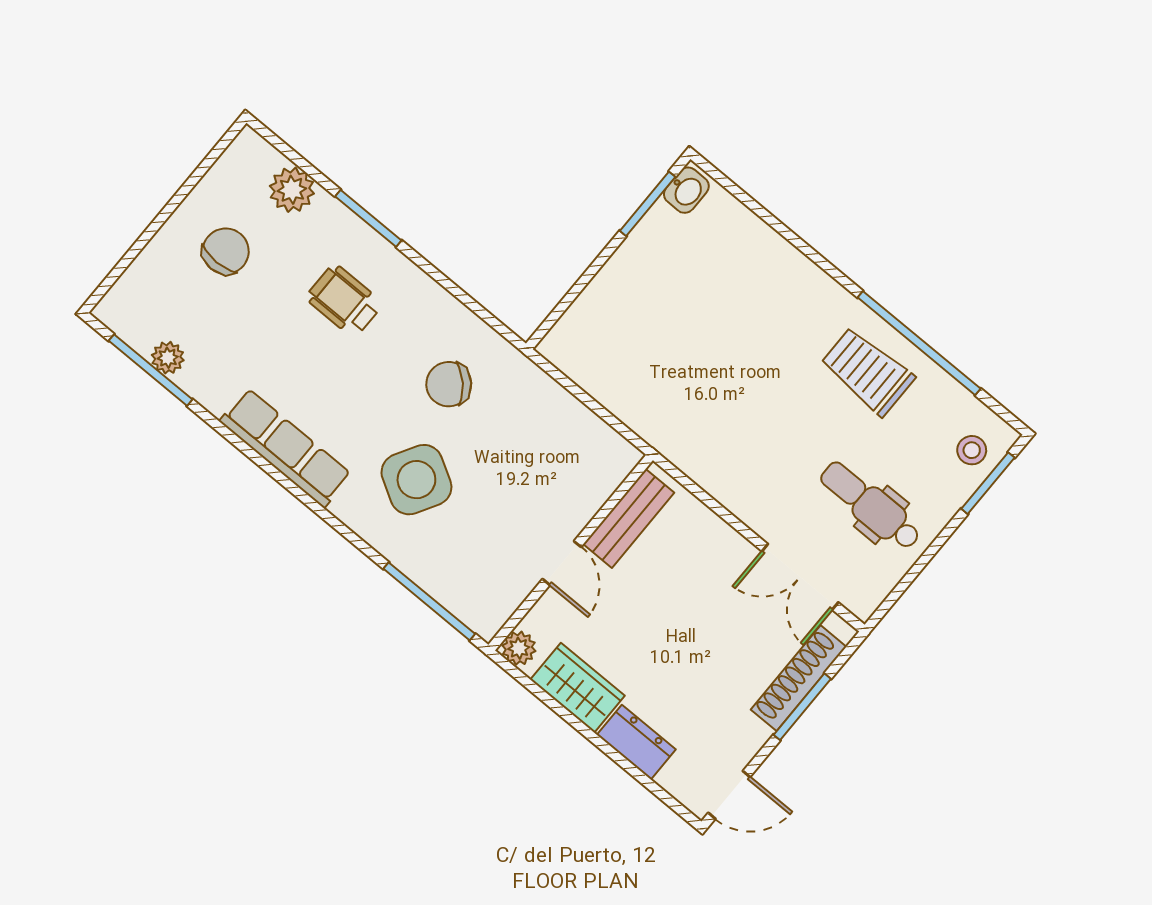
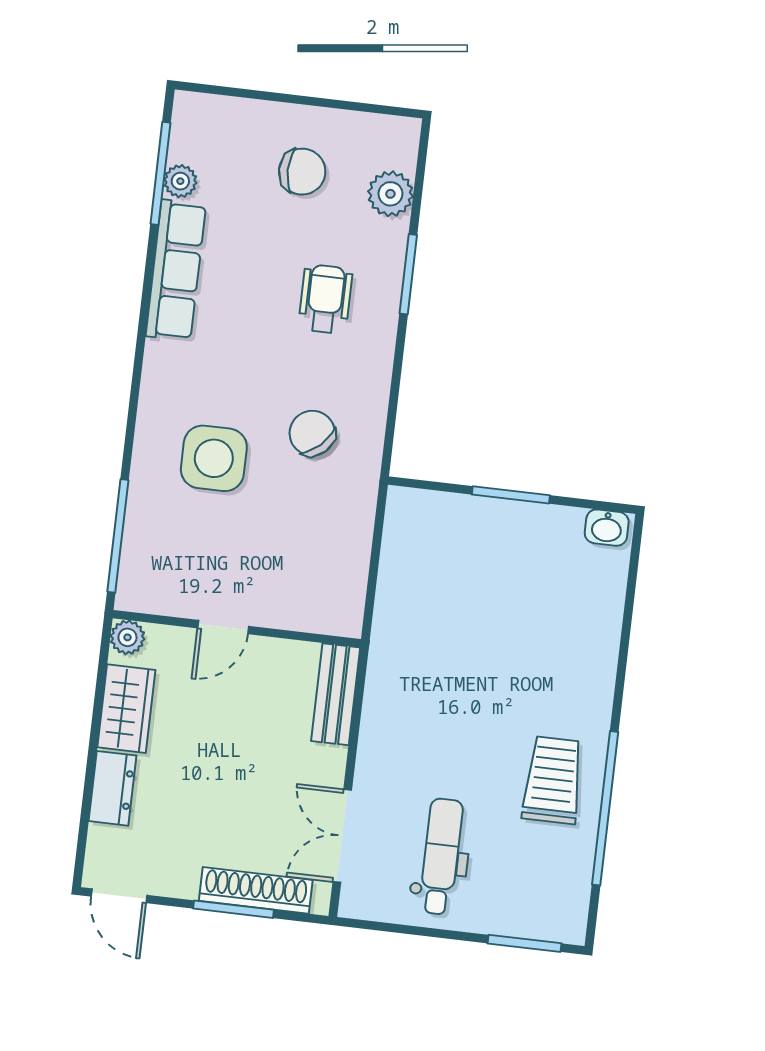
window: (648, 204) -> (511, 495), moved
row of seats: (286, 448) -> (176, 270), moved
stool: (972, 450) -> (544, 912), removed
side table: (416, 480) -> (214, 458), turned -30
bench: (629, 518) -> (336, 694), moved, turned 90

